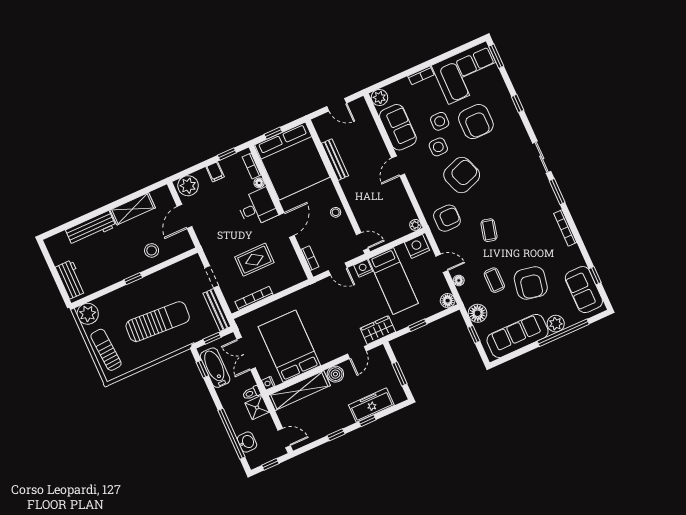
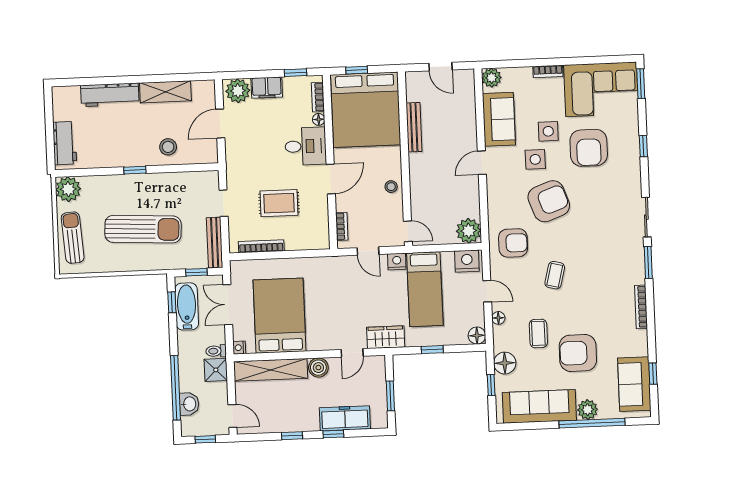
filing cabinet: (215, 172) -> (267, 88), width x2.00
plant: (415, 225) -> (469, 231), width x1.87, depth x1.87
armchair: (531, 283) -> (578, 353), turned 79

